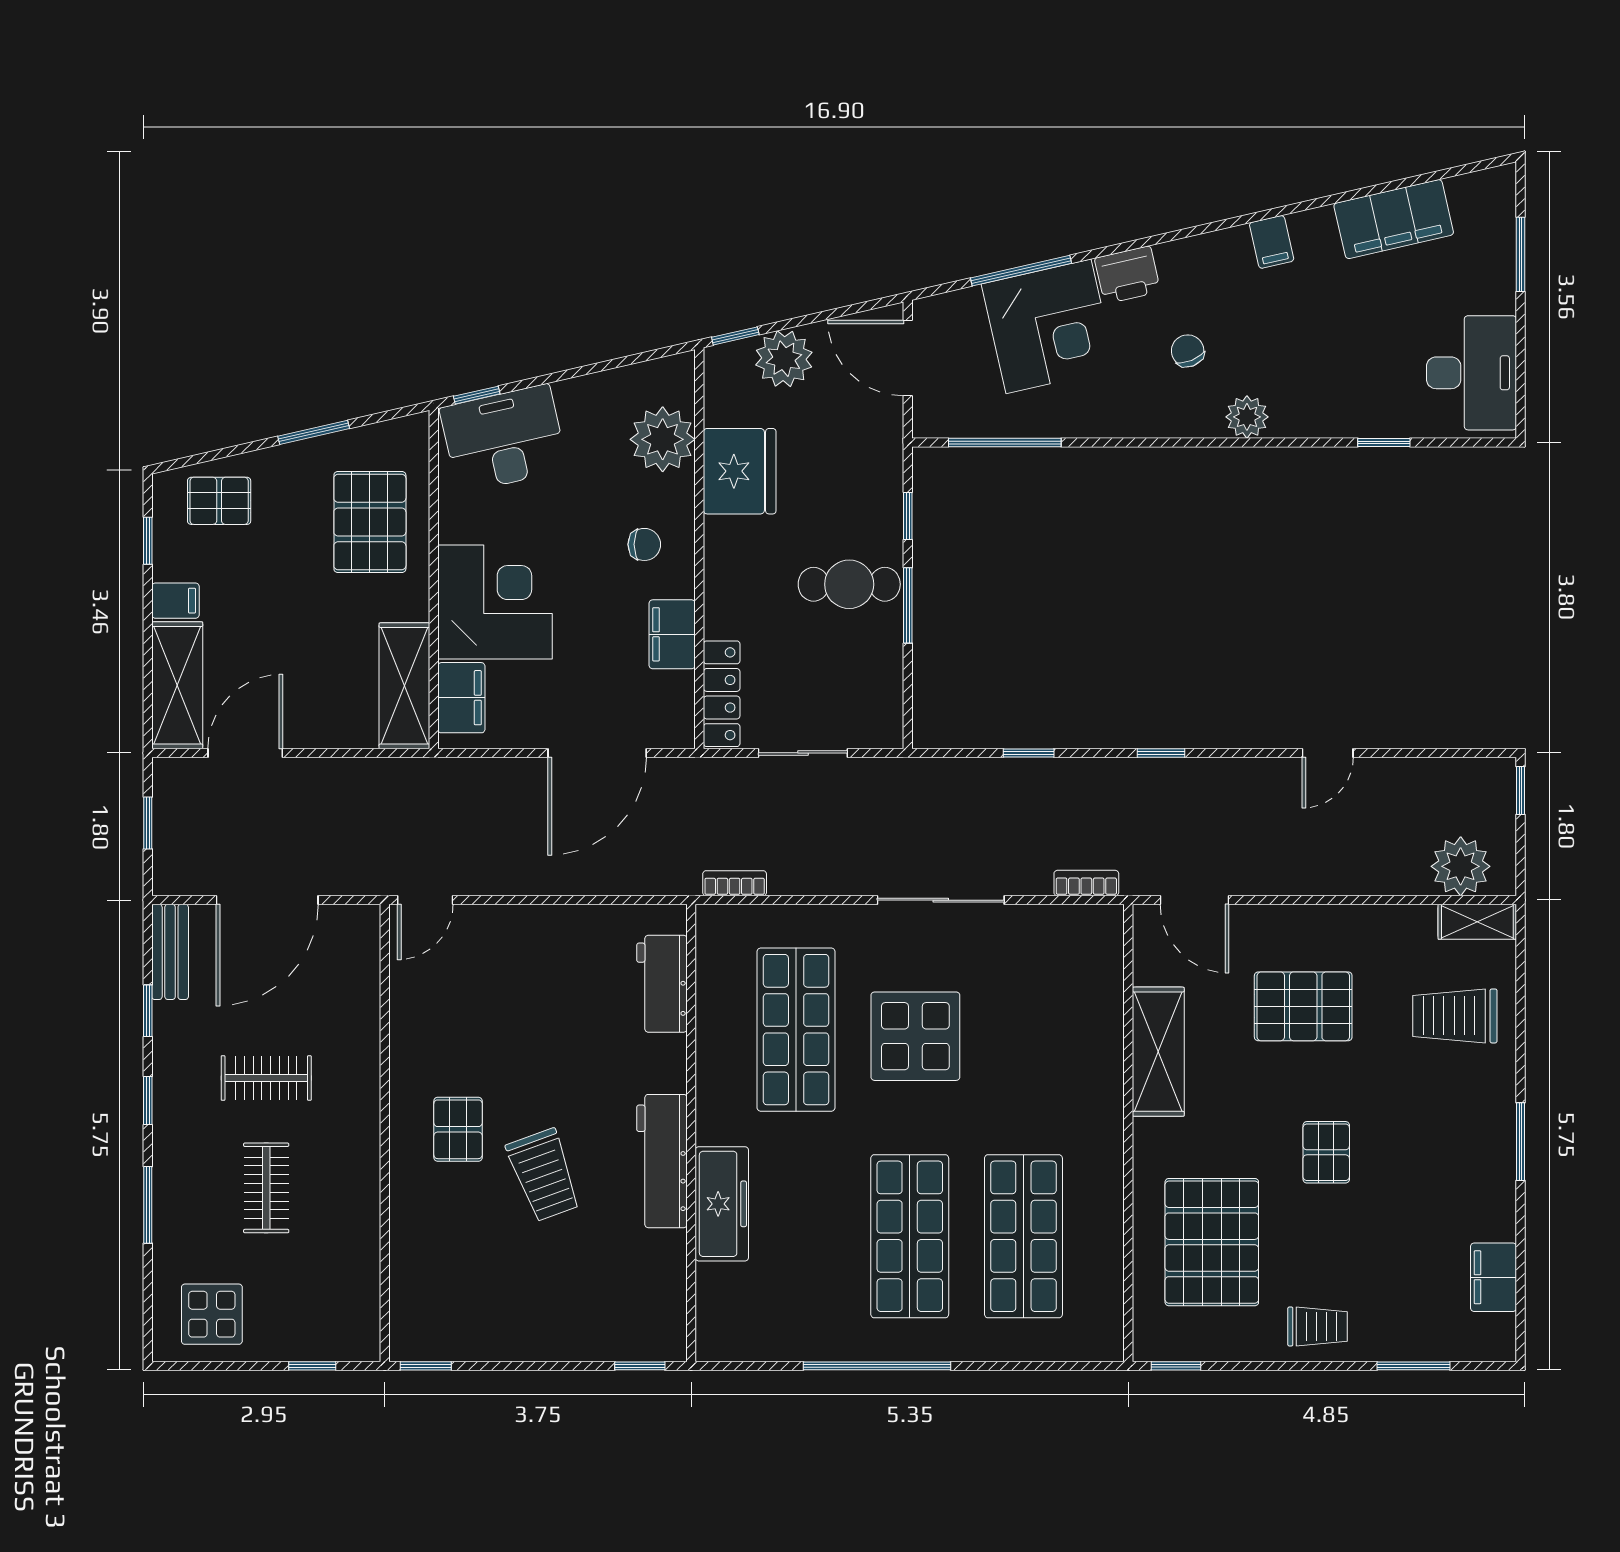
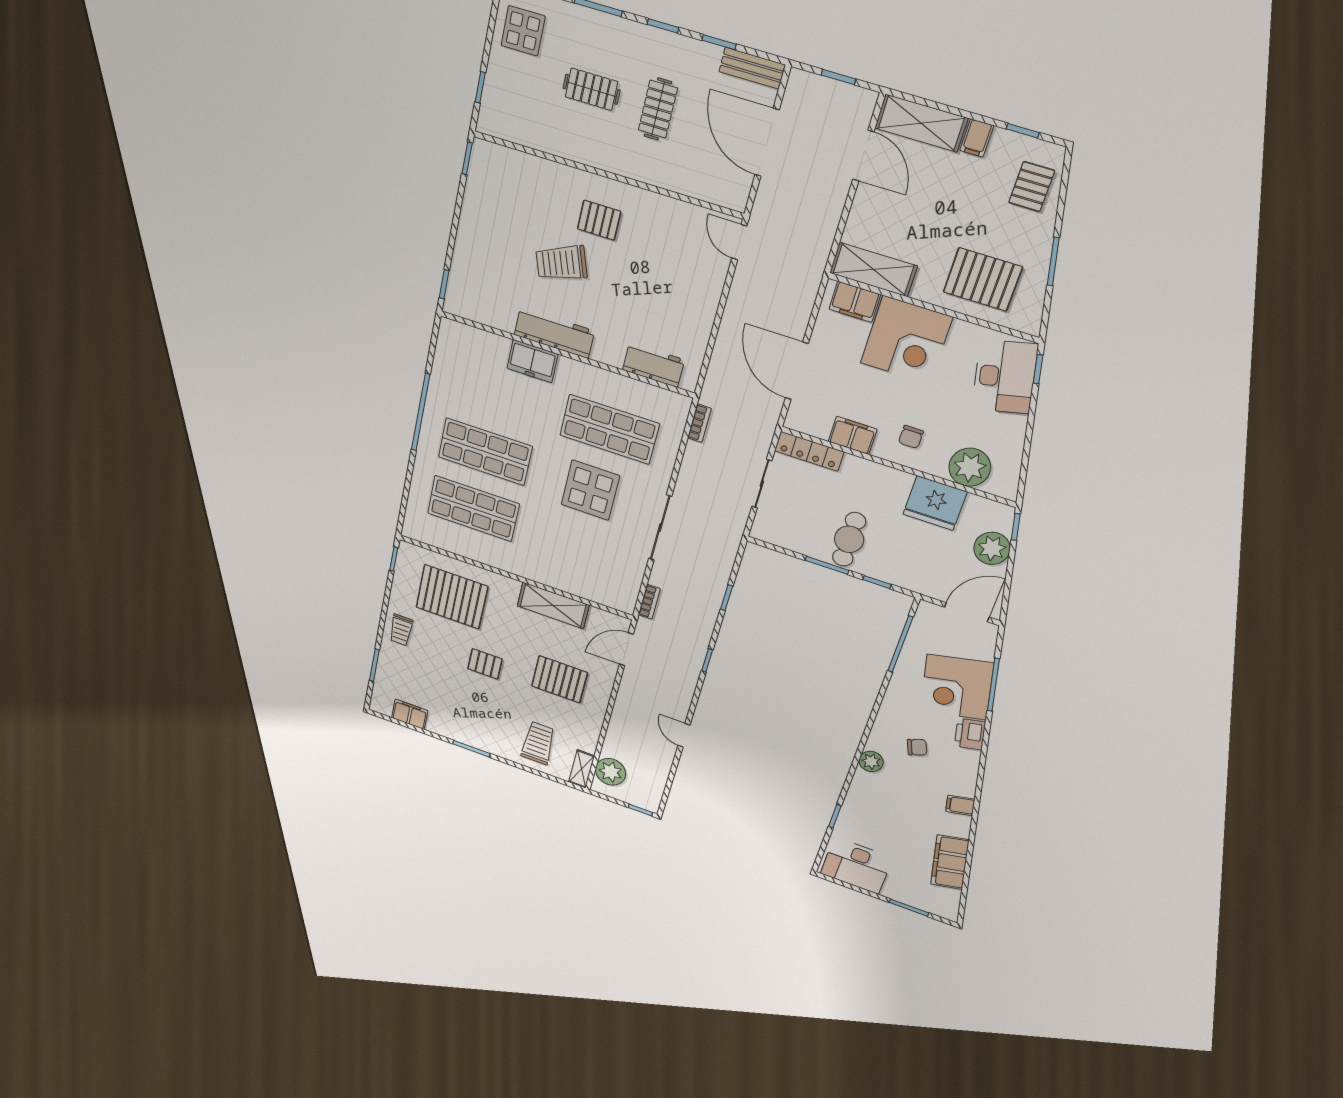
pallet: (1303, 1006) -> (560, 679), turned 90
freezer: (722, 1204) -> (532, 361), width x0.71

